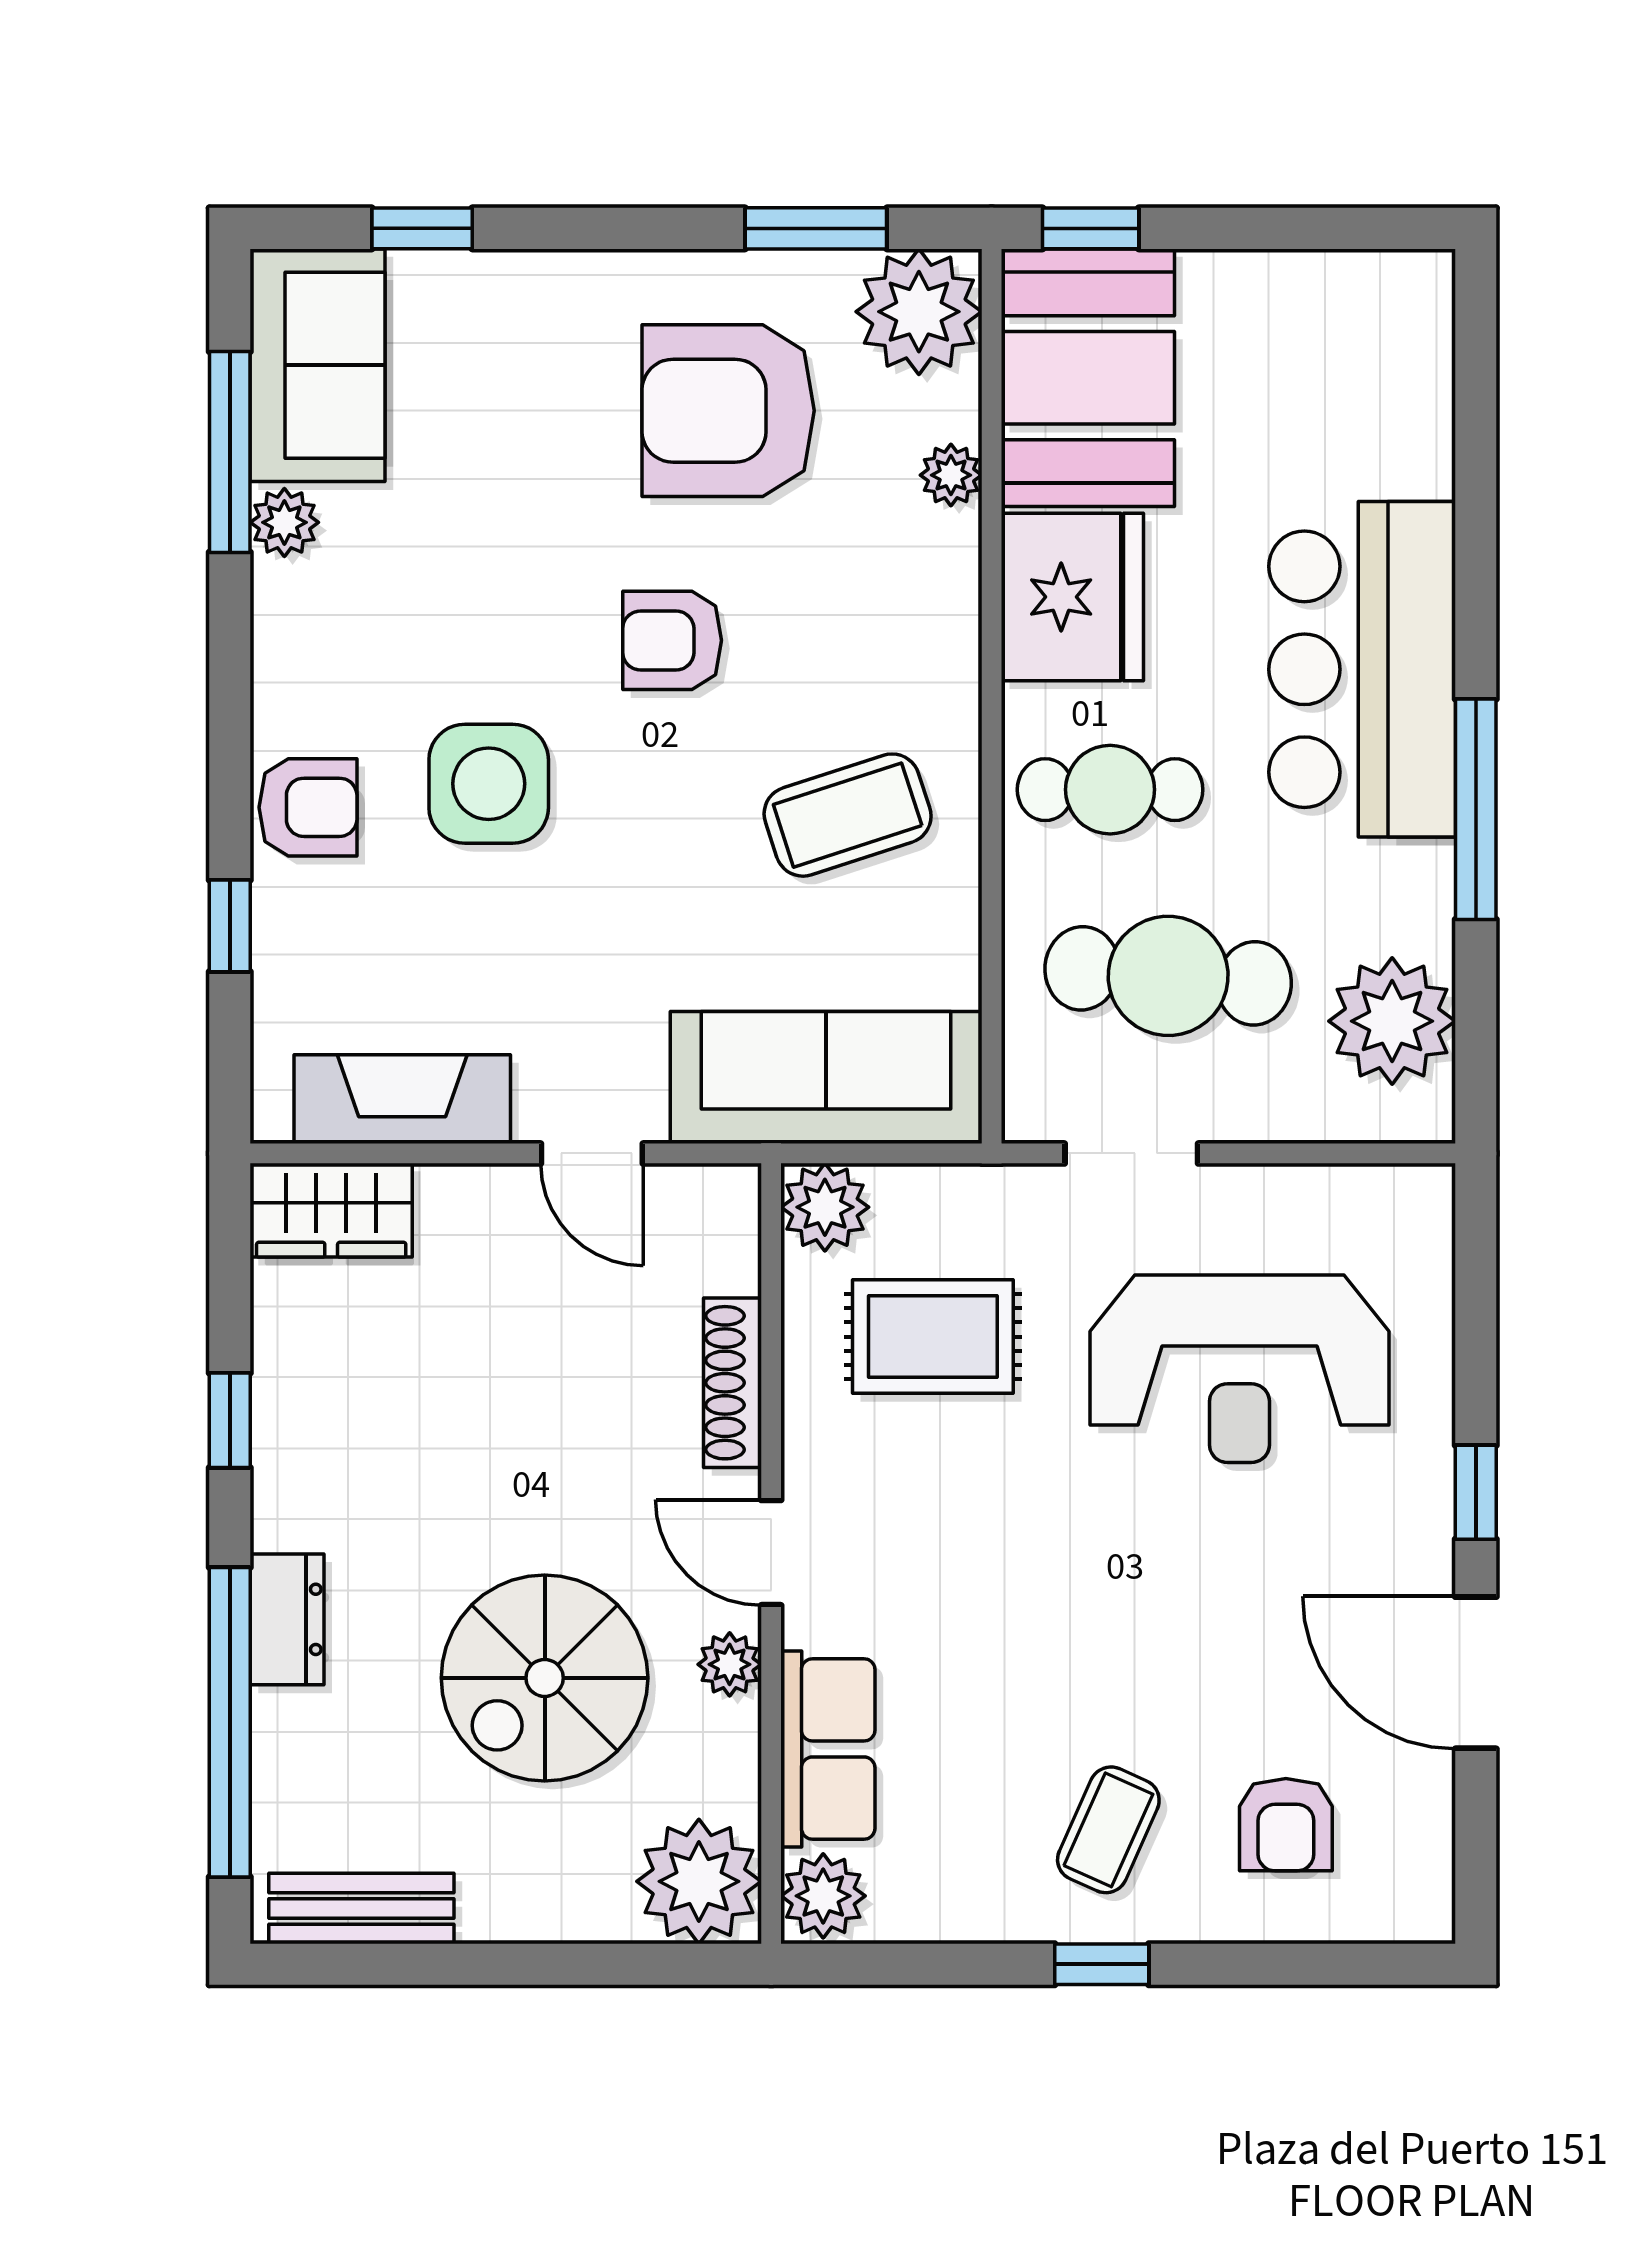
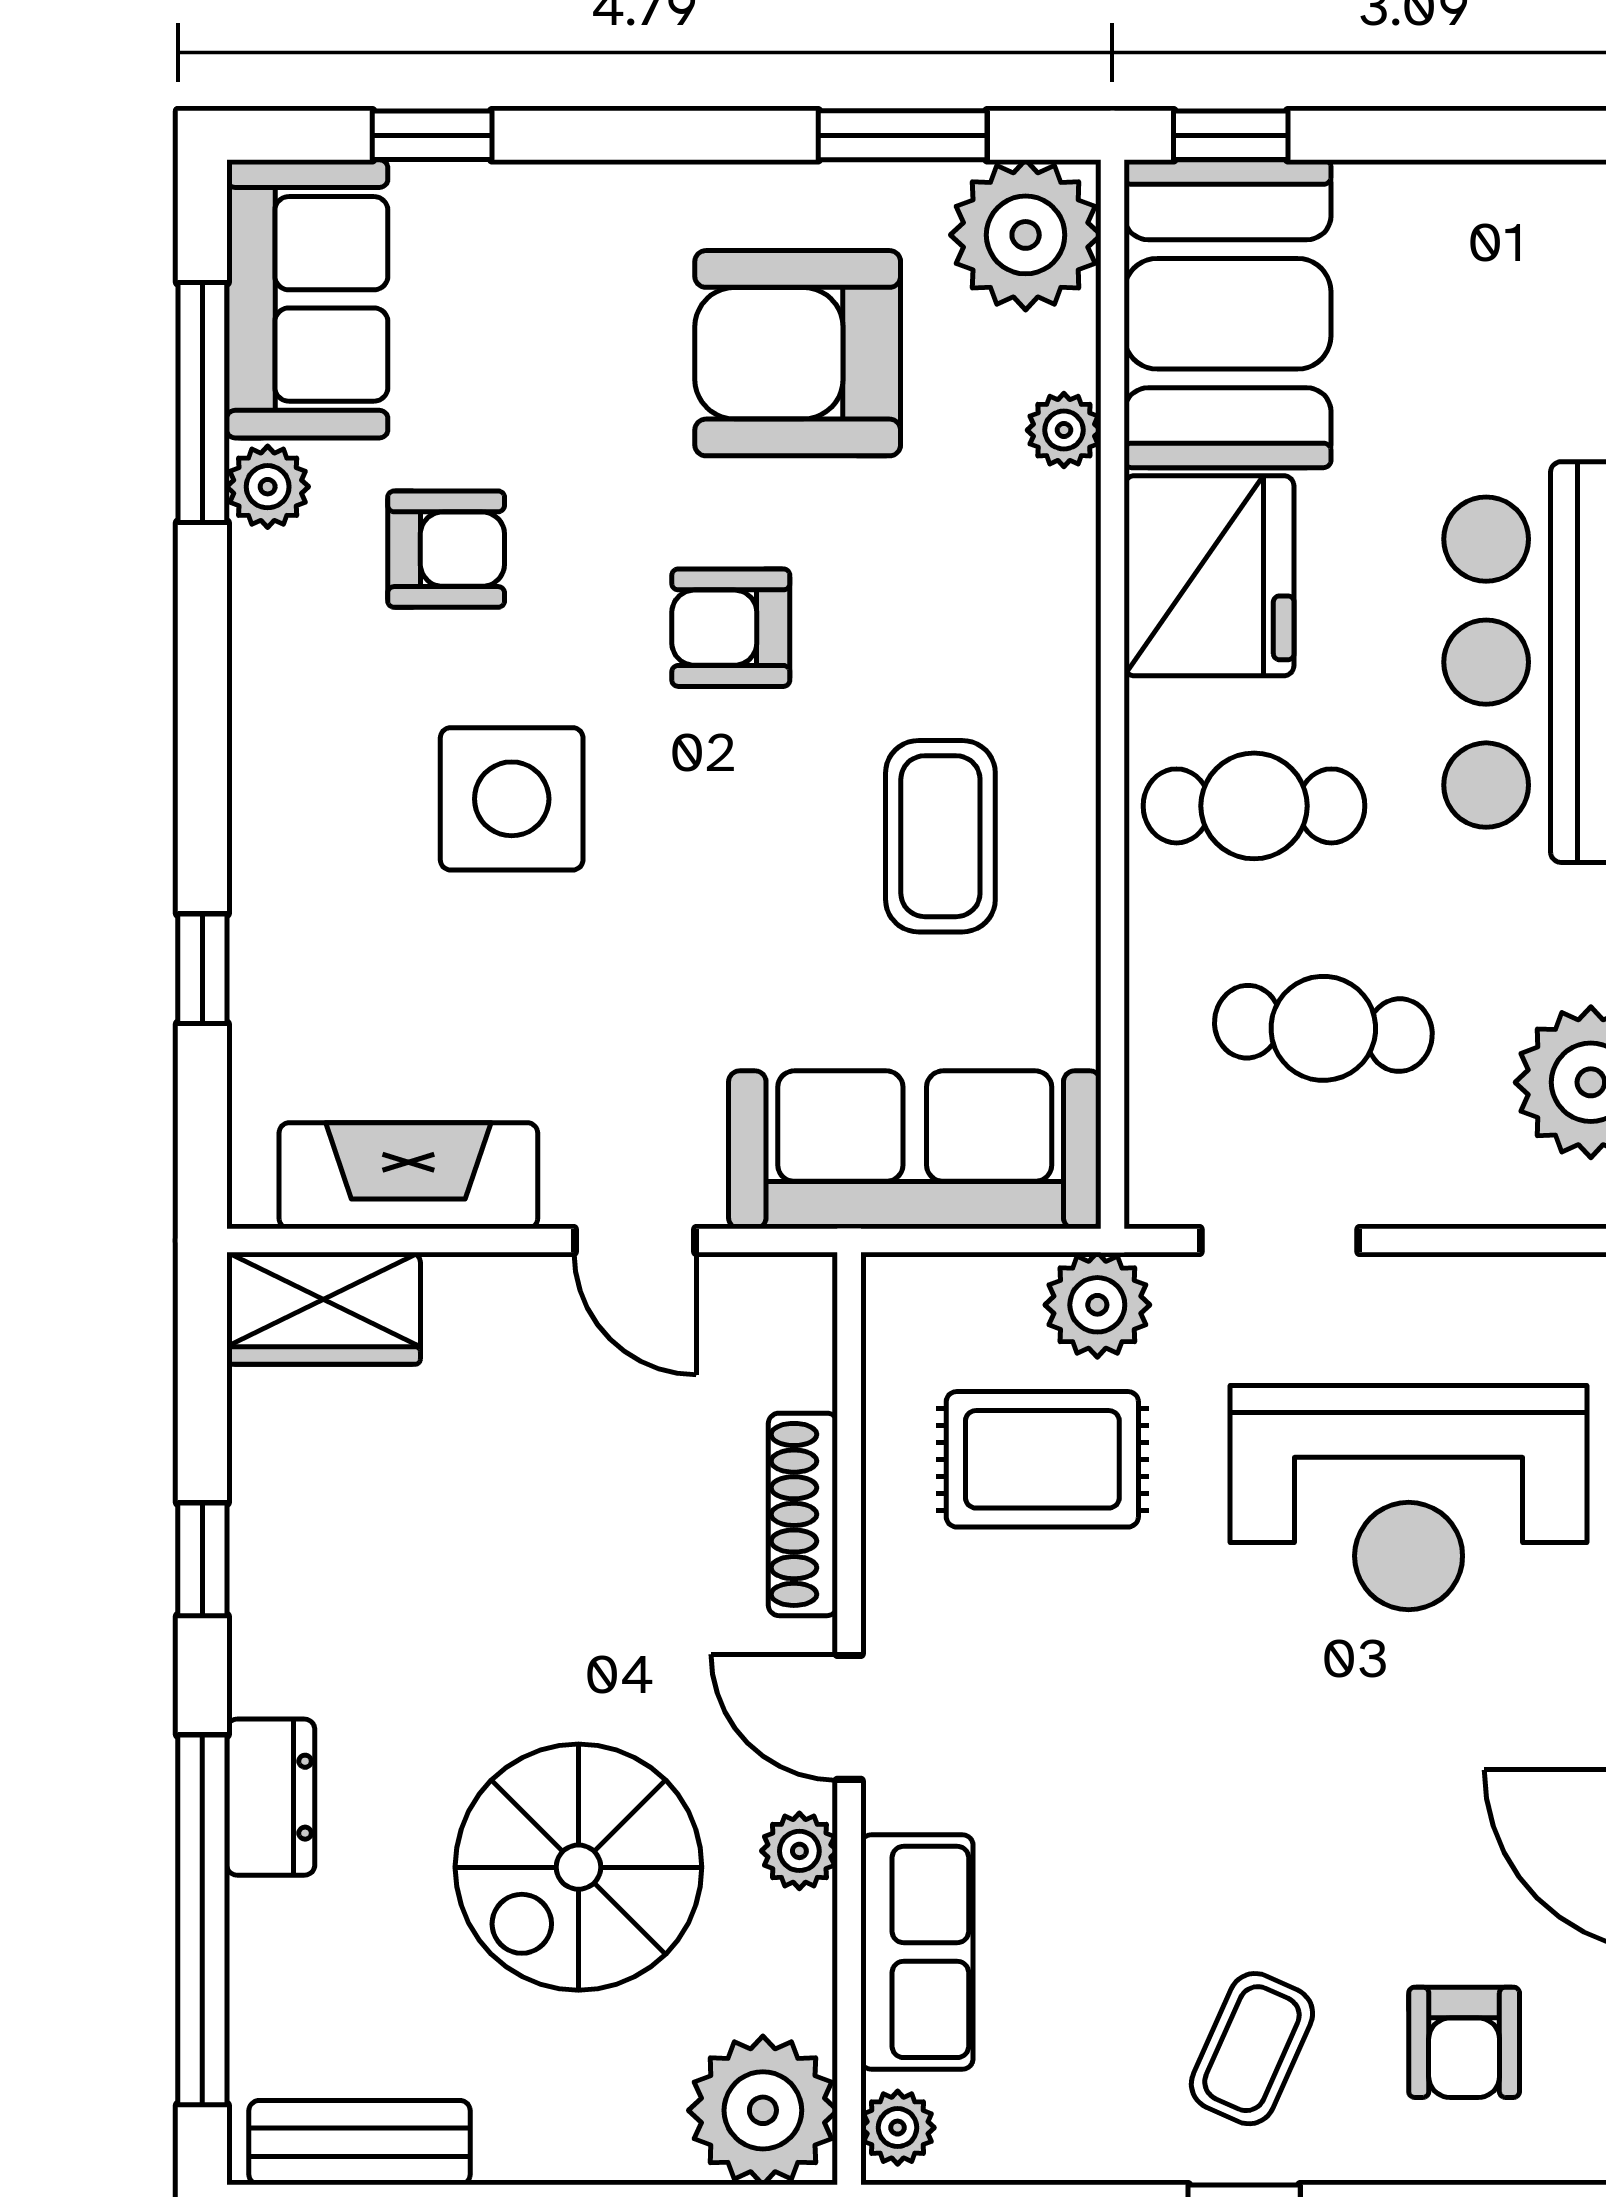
armchair: (308, 807) -> (446, 549), moved
coffee table: (848, 815) -> (940, 836), turned -72
cafe table: (1168, 976) -> (1323, 1028), width x0.73, depth x0.74
plant: (825, 1207) -> (1097, 1305), moved
plant: (823, 1896) -> (898, 2128), width x0.73, depth x0.73

